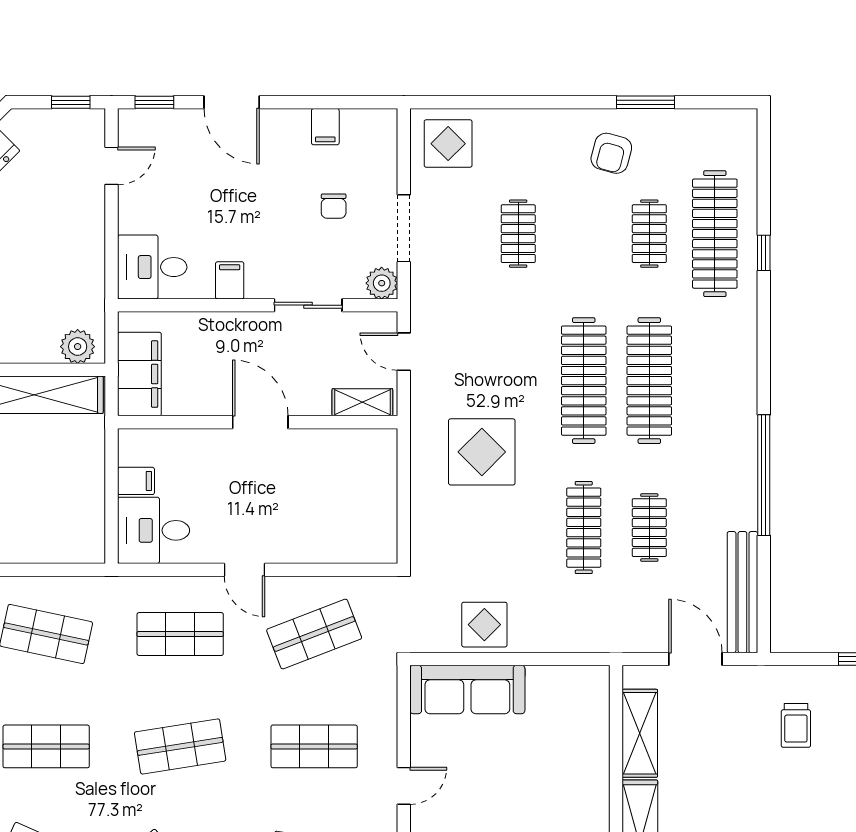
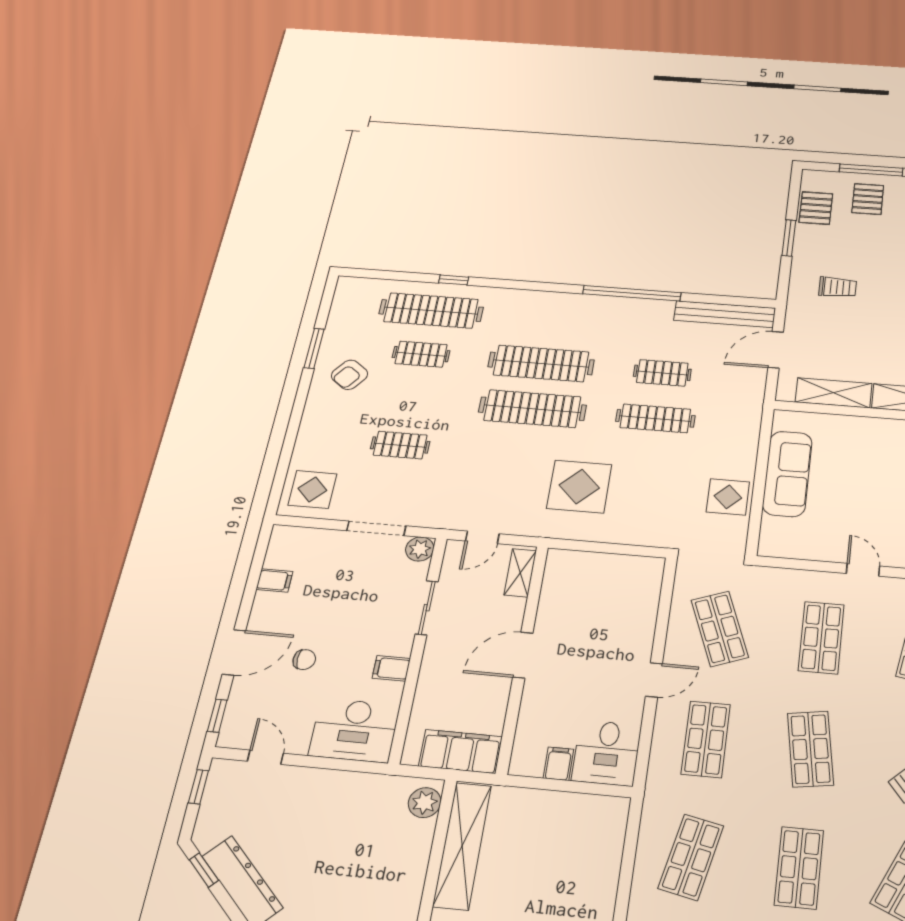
armchair: (611, 153) -> (349, 375), turned 112
chair: (334, 206) -> (304, 660), moved
desk: (152, 267) -> (354, 730), width x1.37
sofa: (467, 689) -> (787, 474), moved

